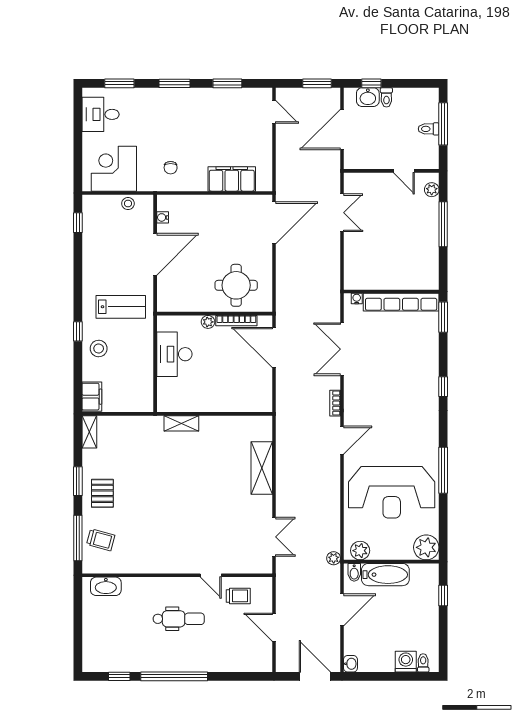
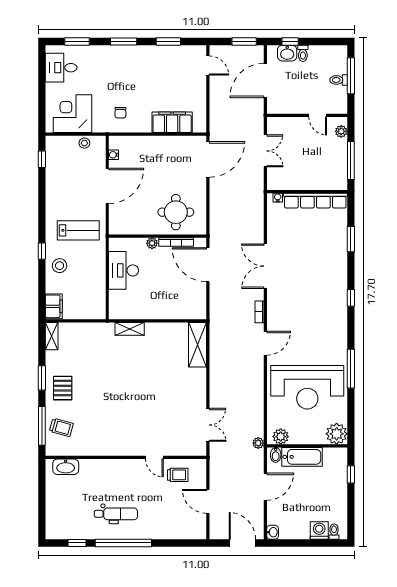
wall: (391, 292) -> (307, 192), moved
water cooler: (357, 299) -> (278, 198), moved
row of seats: (401, 302) -> (315, 201), moved
shelving: (262, 468) -> (197, 345), moved
dental chair: (179, 619) -> (116, 514), moved

